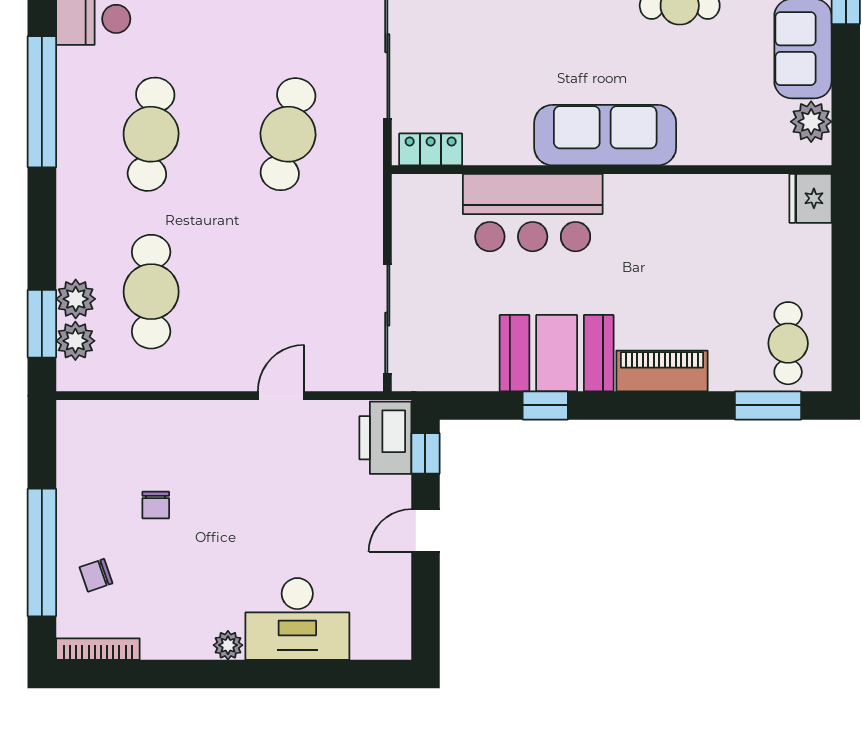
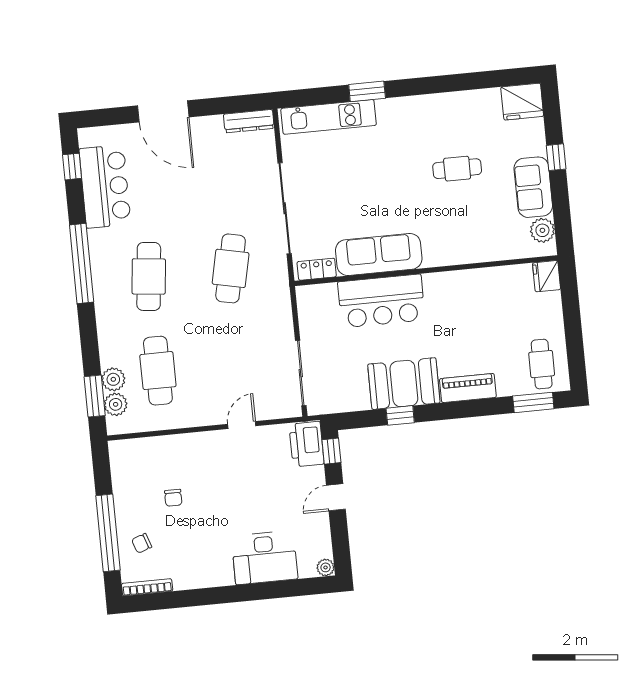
sofa: (605, 135) -> (379, 254), moved
plant: (228, 645) -> (326, 567), moved

